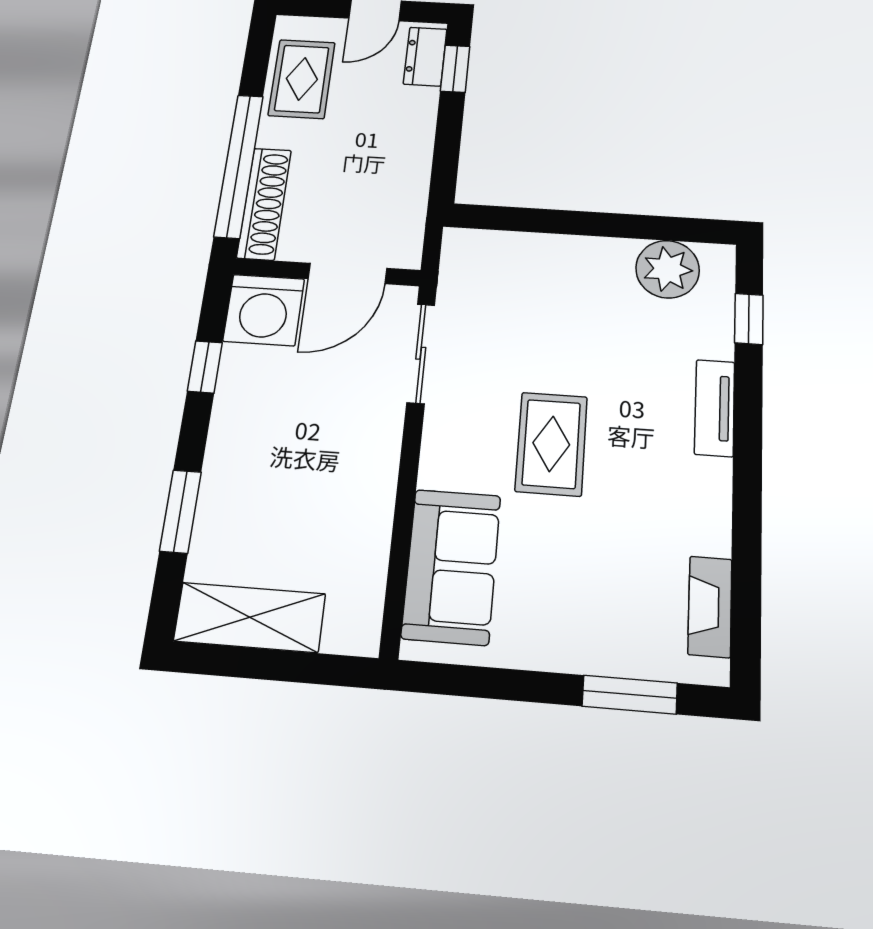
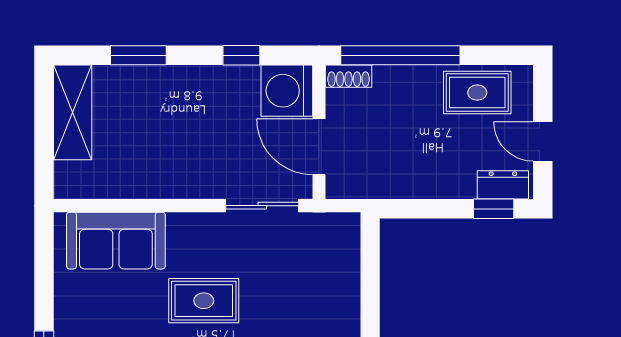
shoe rack: (264, 204) -> (349, 76), width x0.51, depth x0.81

